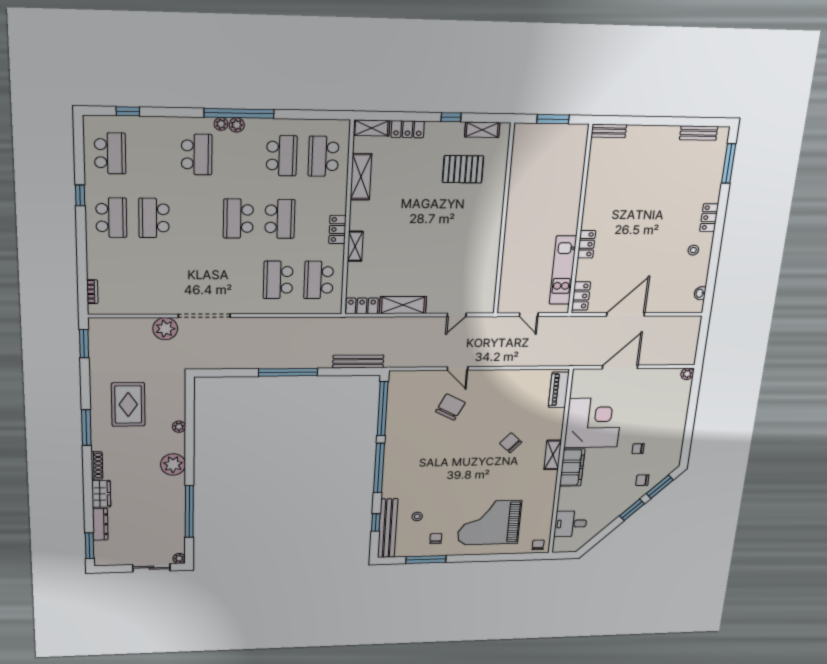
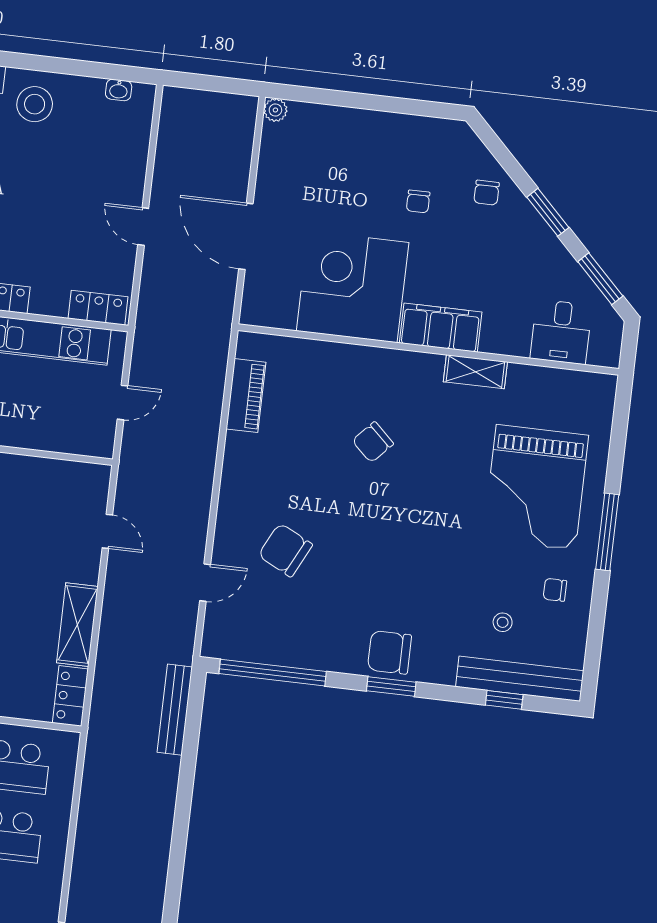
stool: (693, 250) -> (35, 104), width x1.89, depth x1.89
door: (626, 314) -> (143, 227), width x0.53
door: (458, 369) -> (205, 583), moved
window: (288, 372) -> (180, 834), removed
piano: (559, 390) -> (246, 396), moved, turned -90
shelving: (553, 455) -> (475, 372), moved
window: (379, 468) -> (391, 687), width x0.47
window: (660, 487) -> (600, 279), moved
chair: (538, 545) -> (390, 652), moved, width x1.87, depth x1.87
window: (426, 560) -> (607, 532), moved

